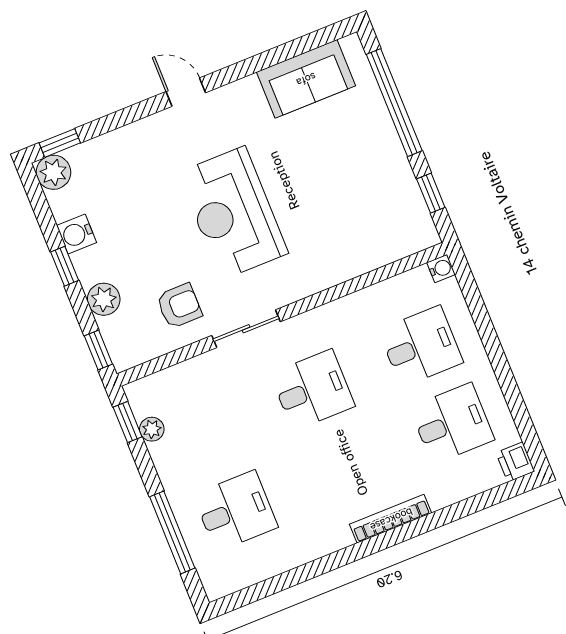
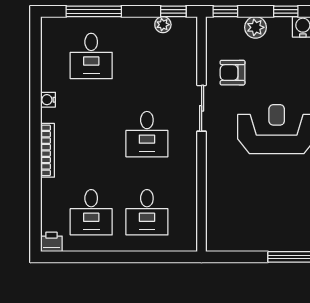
window: (431, 193) -> (239, 257), removed
water cooler: (441, 269) -> (48, 100), moved, turned 90
armchair: (179, 306) -> (233, 73), turned 90

